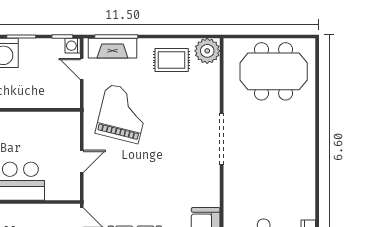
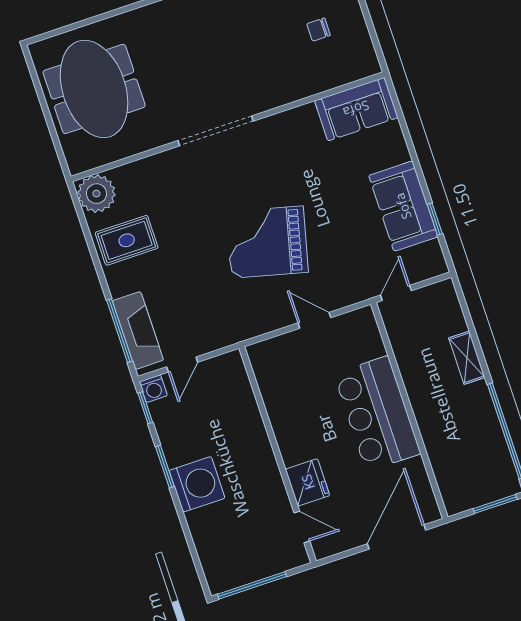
rug: (172, 60) -> (127, 240), turned 90
grand piano: (123, 114) -> (267, 242), moved

